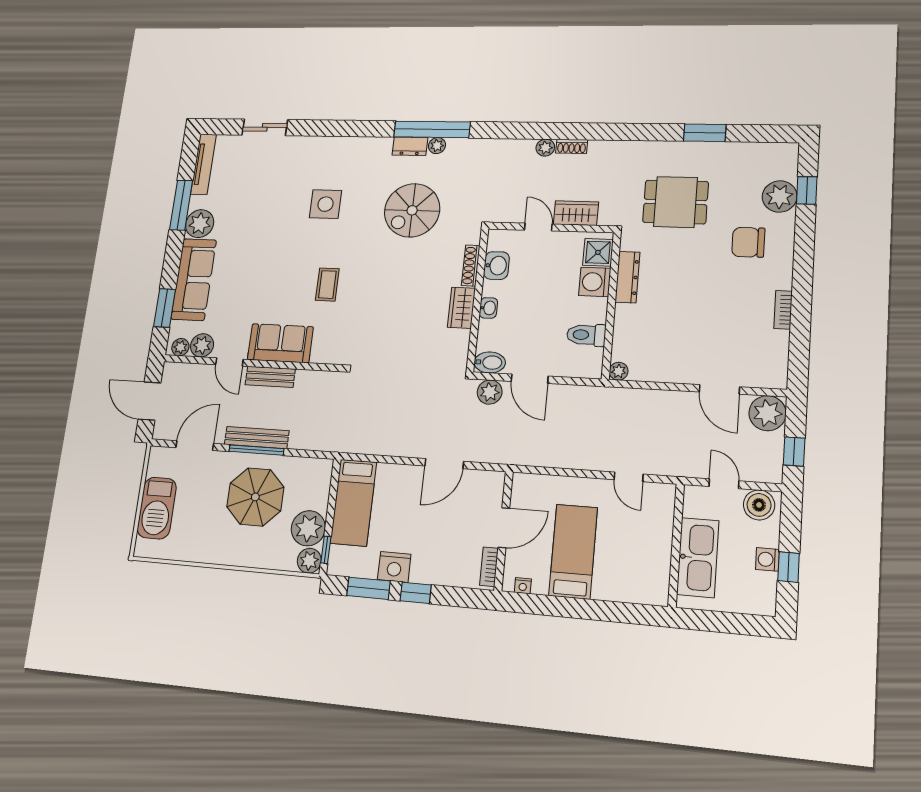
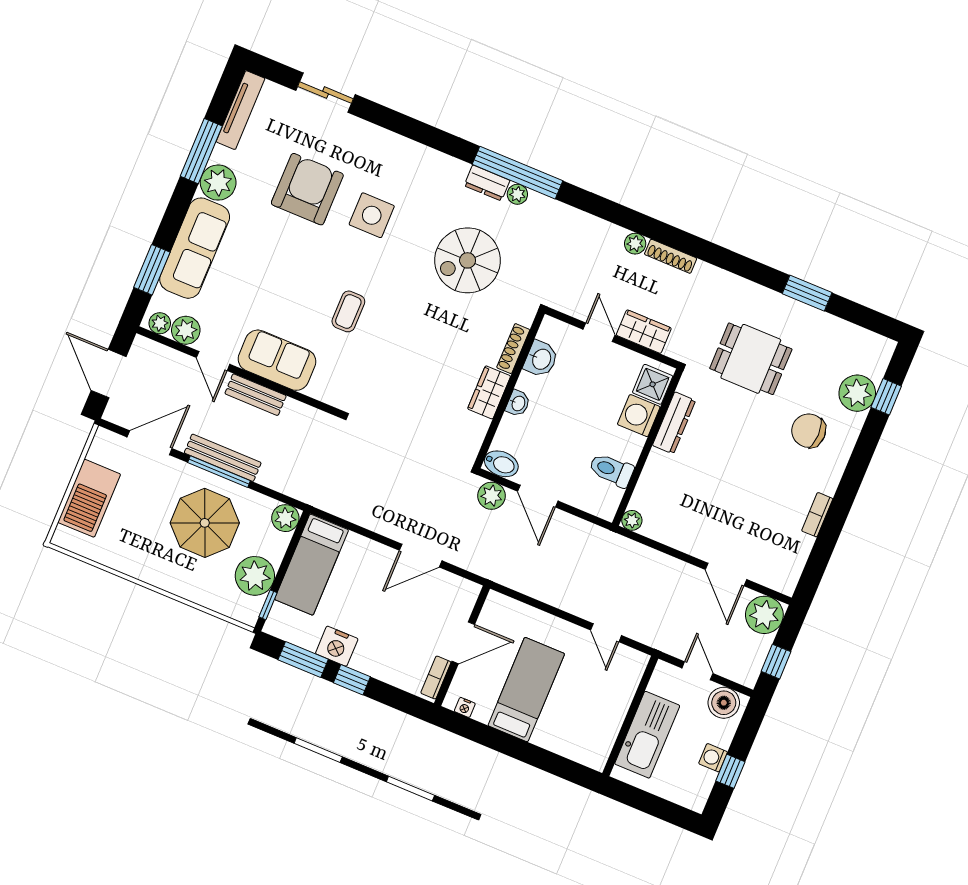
shoe rack: (572, 146) -> (671, 256), width x1.43
armchair: (270, 203) -> (307, 189), added
plant: (309, 561) -> (285, 518), moved

